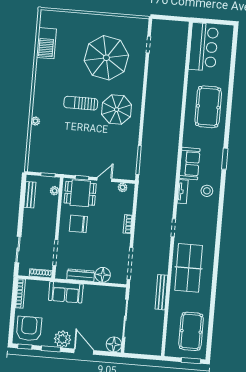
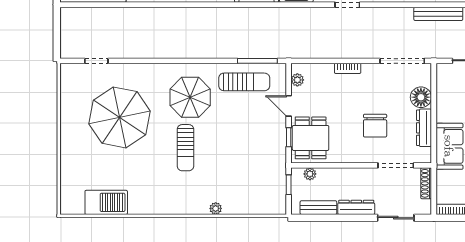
sun lounger: (124, 149) -> (244, 82), added
dresser: (28, 222) -> (356, 207), added
chair: (78, 224) -> (375, 126), moved

